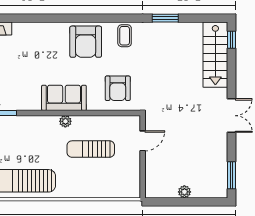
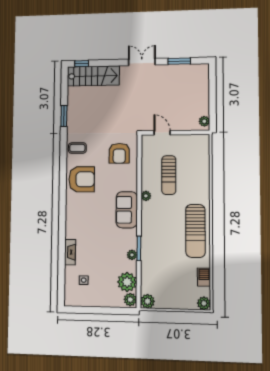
armchair: (118, 88) -> (119, 153), turned 90
sofa: (64, 98) -> (127, 210), moved
window: (231, 175) -> (179, 61), moved
plant: (184, 192) -> (204, 121), moved

